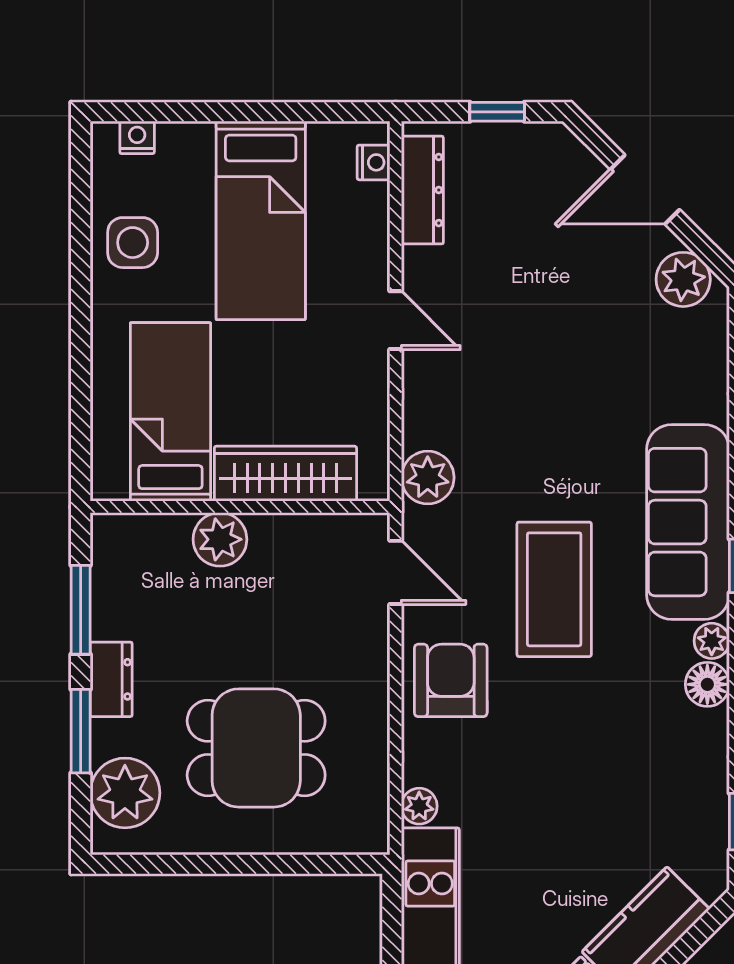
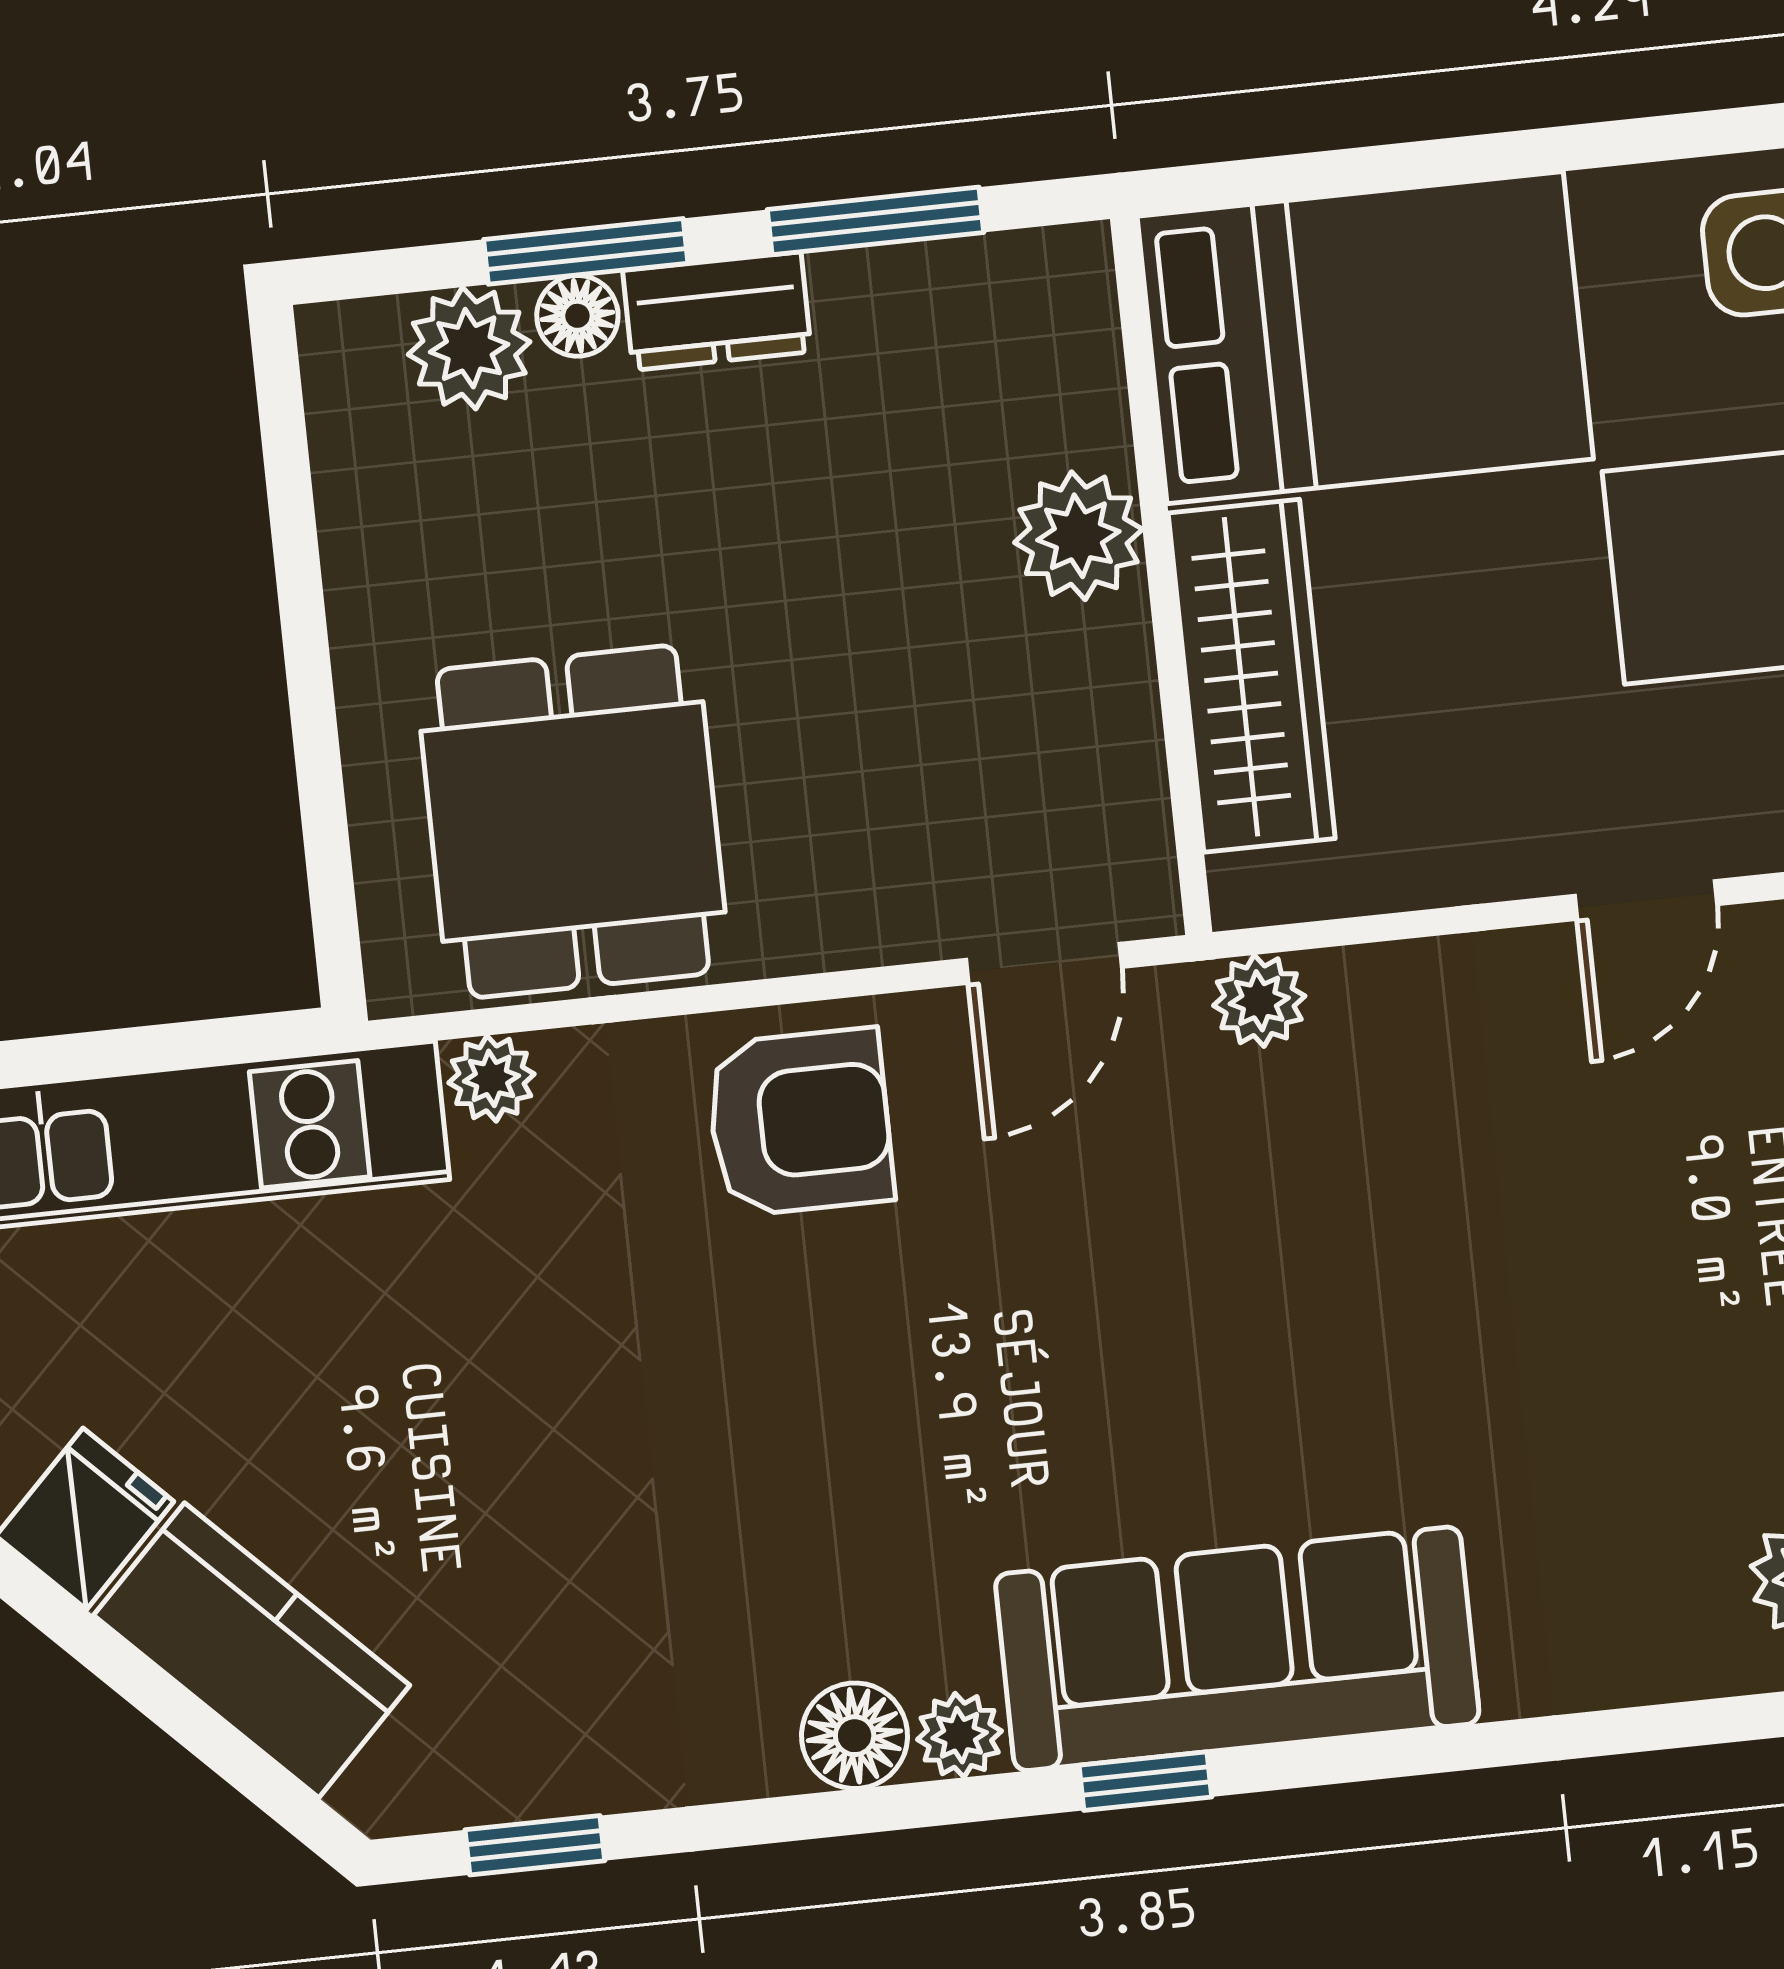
bed: (170, 412) -> (1365, 338), width x1.50
plant: (428, 478) -> (1259, 1001), width x0.73, depth x0.73
coffee table: (554, 589) -> (1043, 1346), removed
floor lamp: (107, 737) -> (577, 316), added
dining table: (256, 748) -> (573, 822), moved
plant: (125, 793) -> (469, 348), width x0.73, depth x0.73

